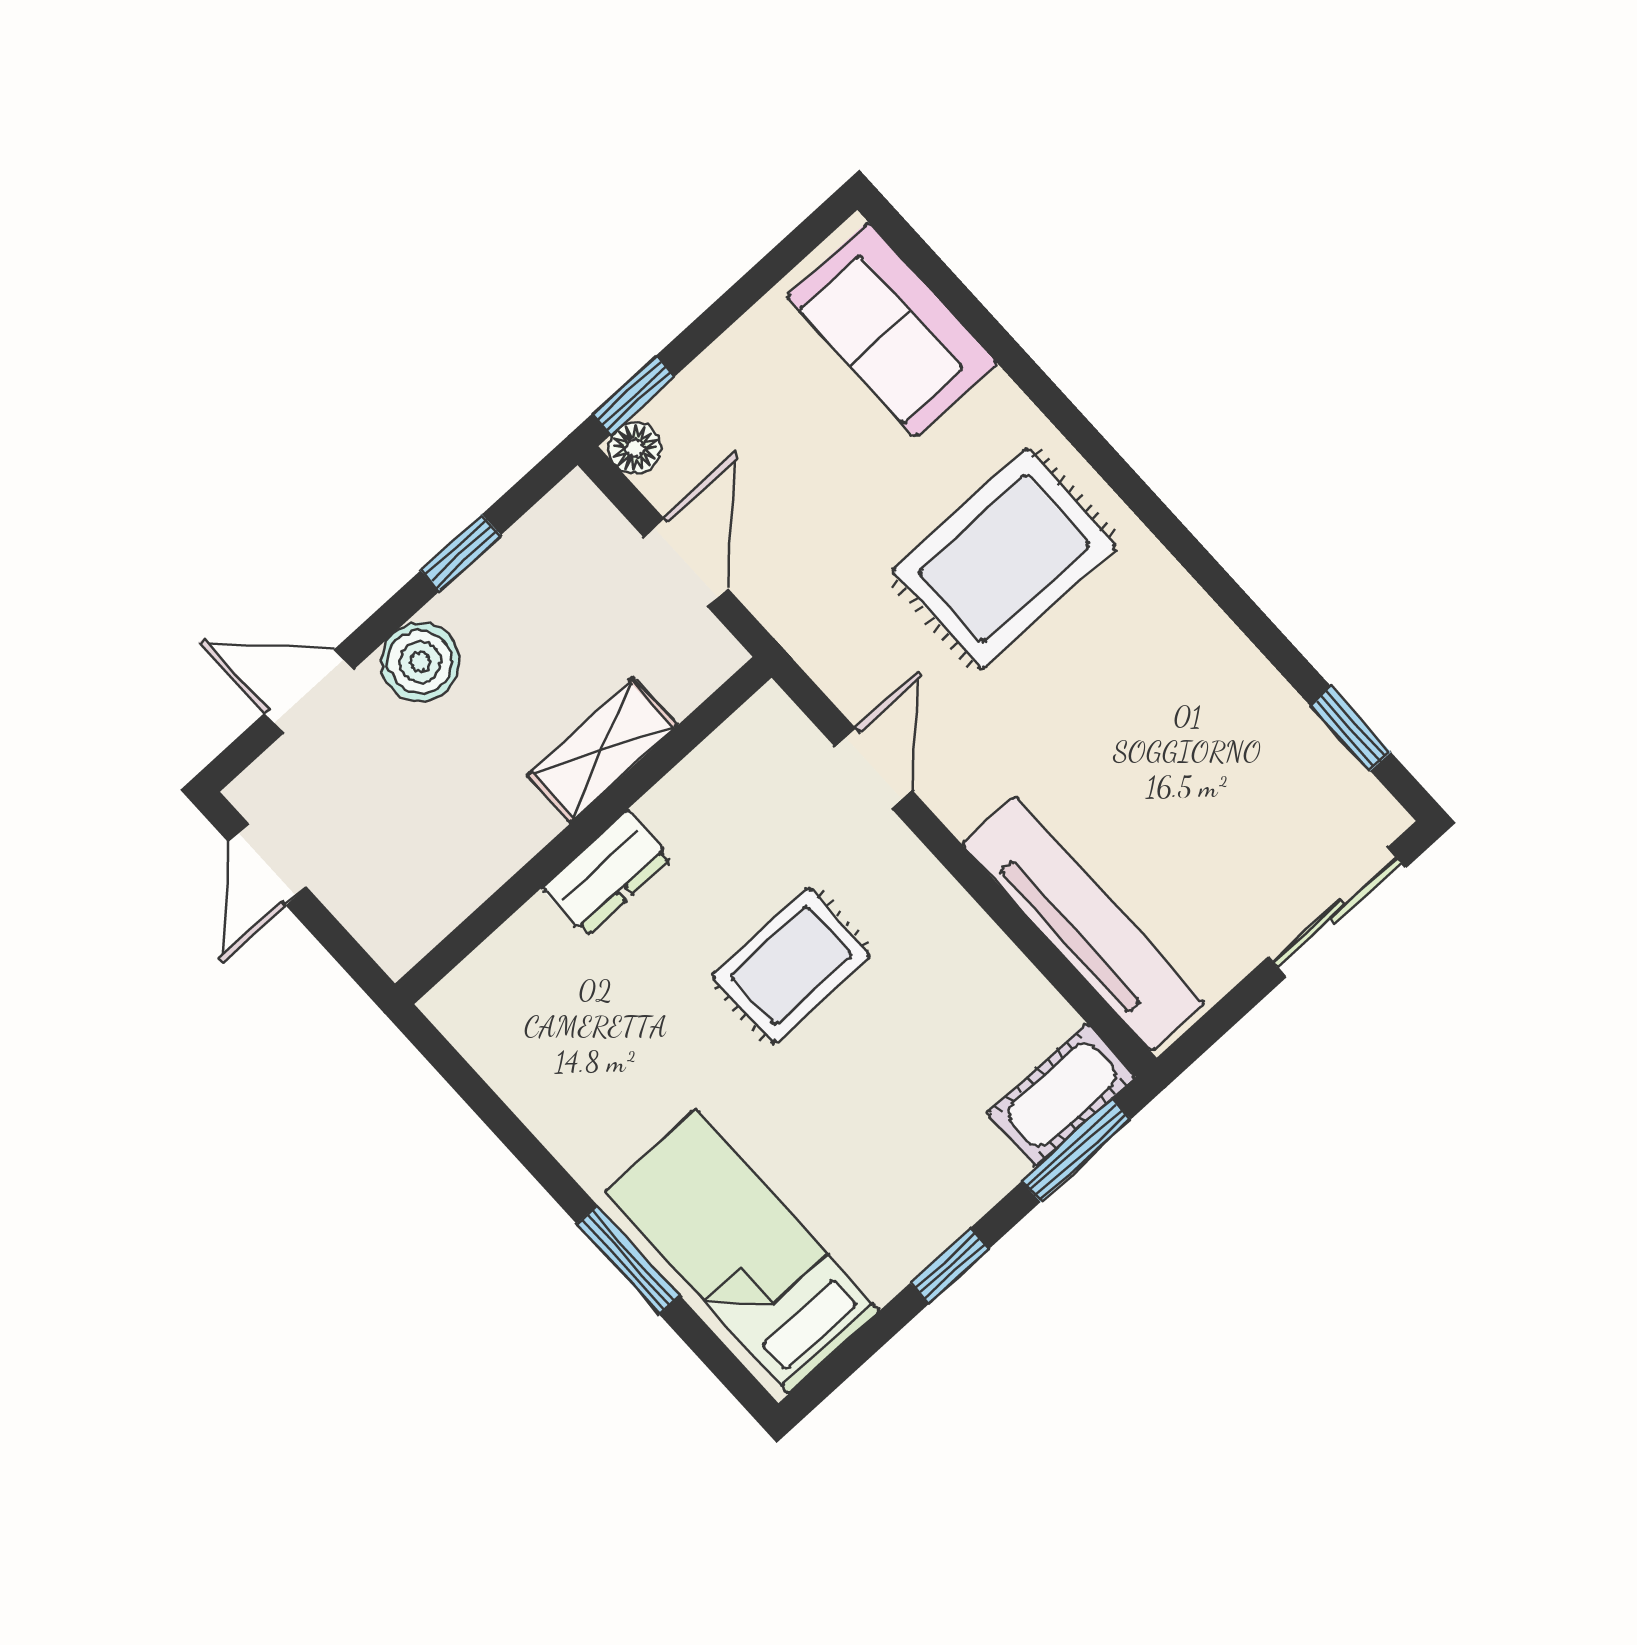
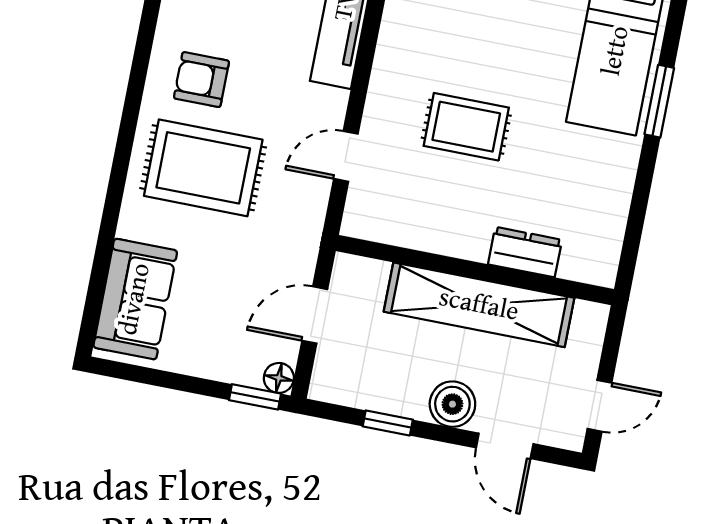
armchair: (1128, 647) -> (201, 80), added
shelving: (602, 750) -> (479, 305), width x2.20, depth x1.33
dresser: (607, 873) -> (525, 252), moved

